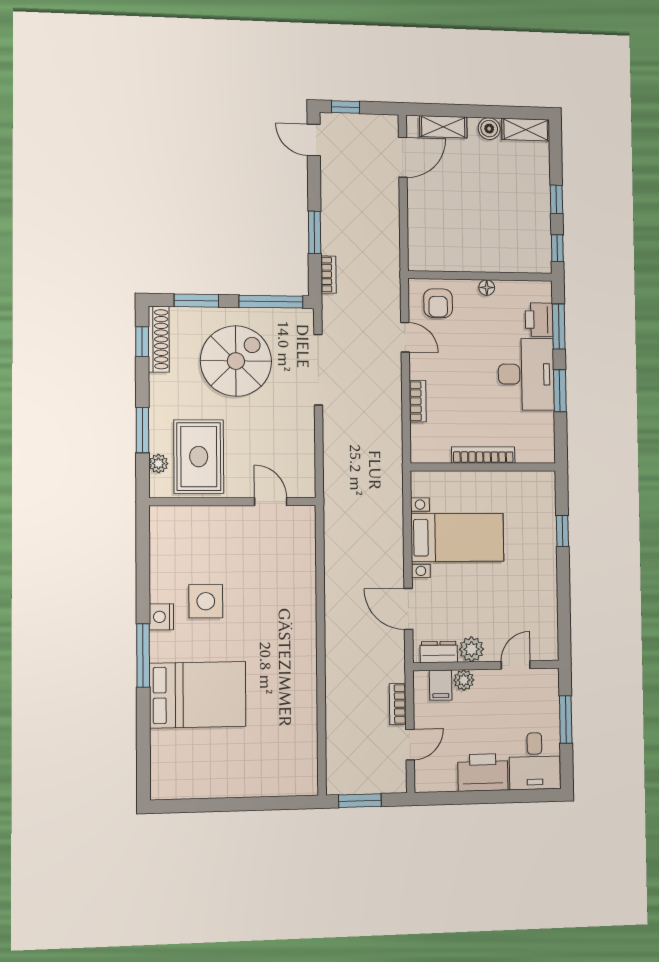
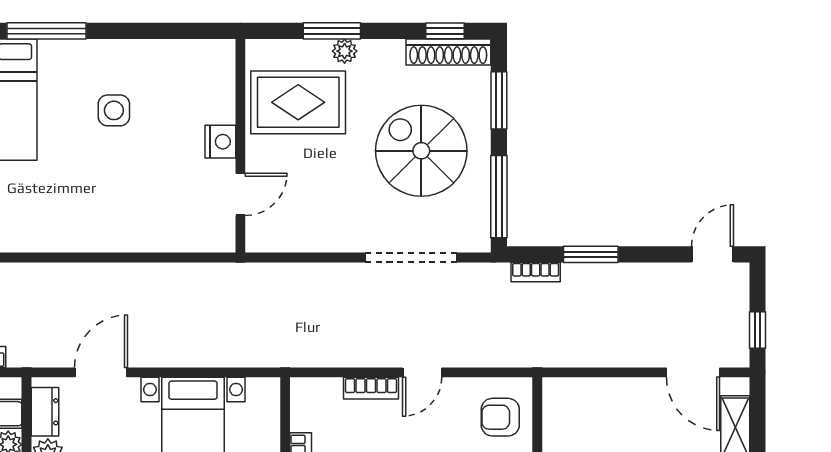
window: (346, 107) -> (757, 330), moved
door: (405, 337) -> (422, 372), moved
spiral stairs: (236, 361) -> (421, 151), turned 180
plant: (158, 464) -> (345, 51), moved
side table: (206, 601) -> (114, 110), width x0.73, depth x0.73
nightstand: (161, 617) -> (220, 142), moved, turned 90

